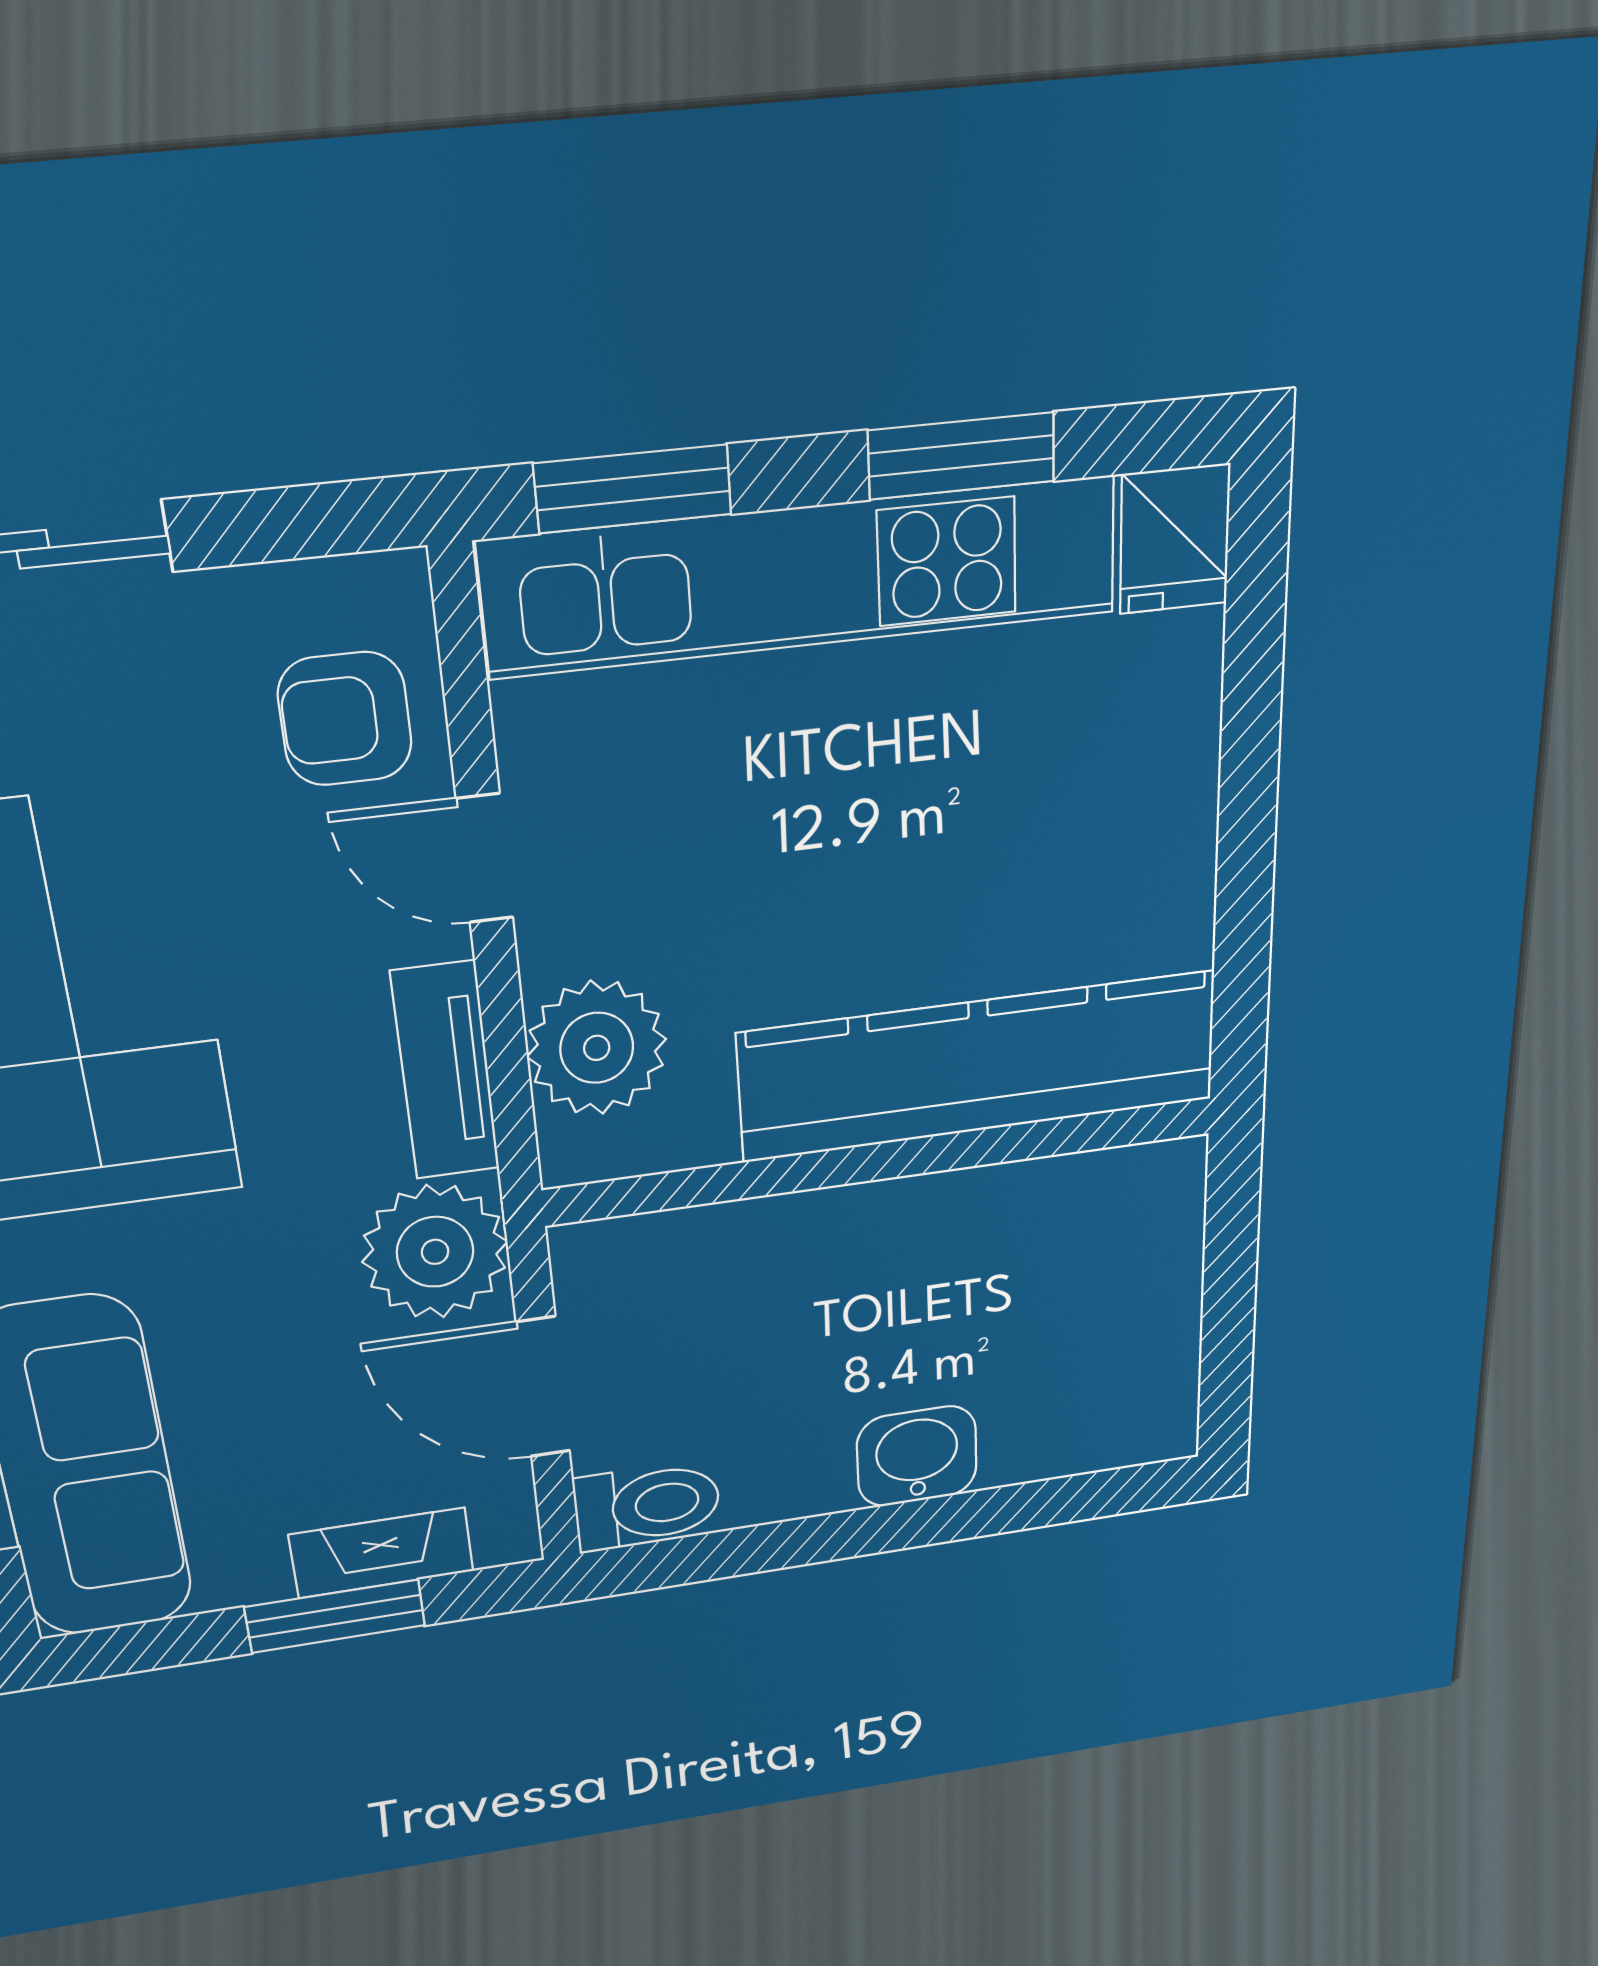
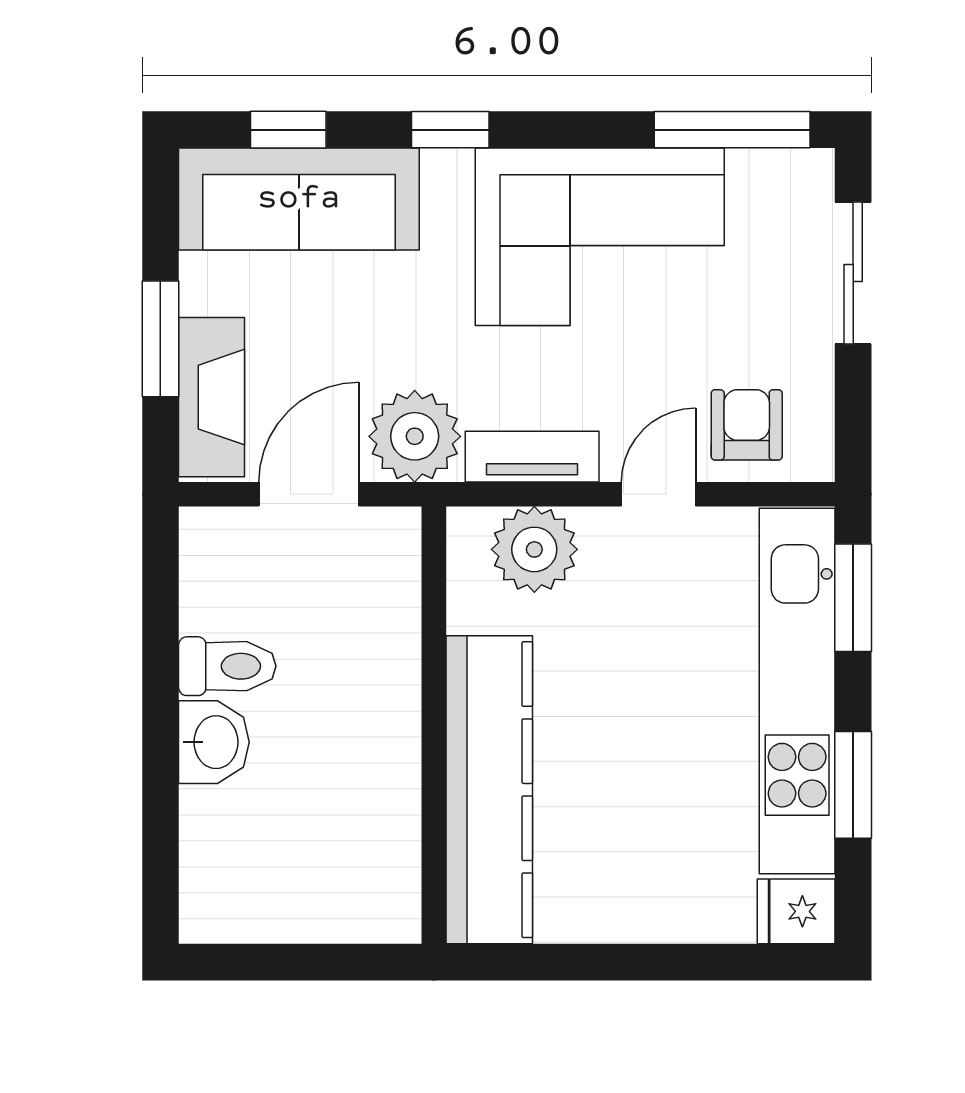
toilet: (647, 1506) -> (227, 666), moved, turned -90
fireplace: (382, 1553) -> (212, 397), width x1.37, depth x1.32

